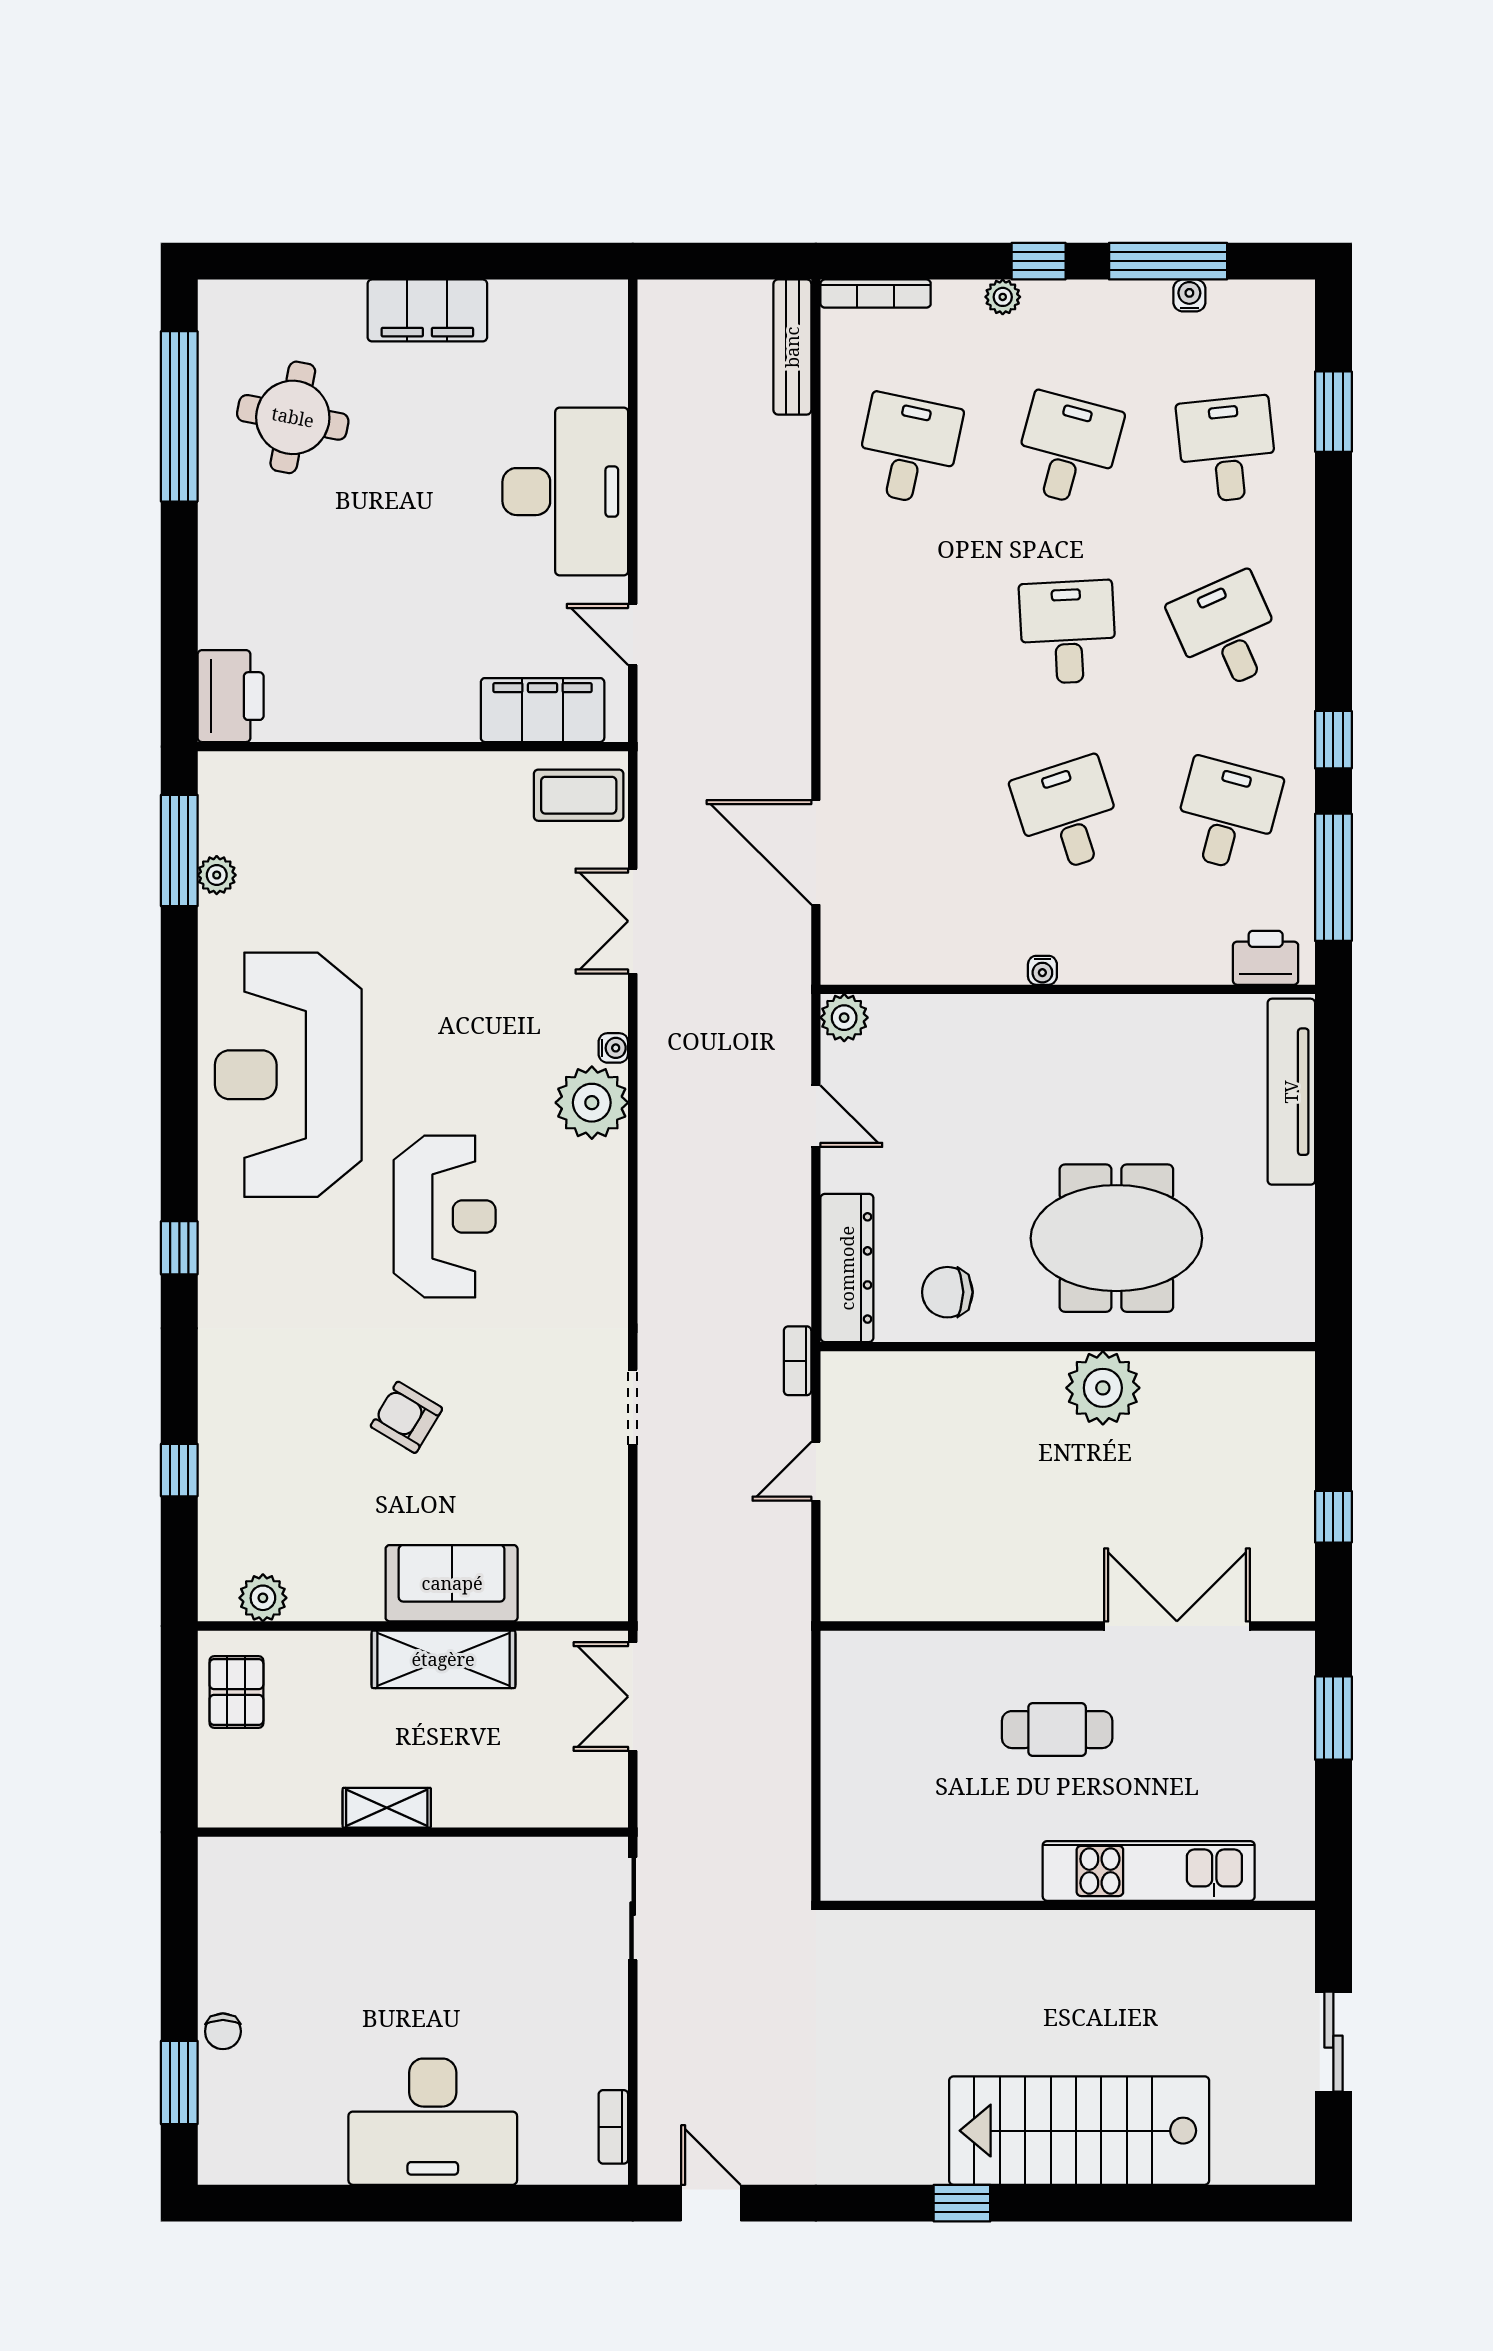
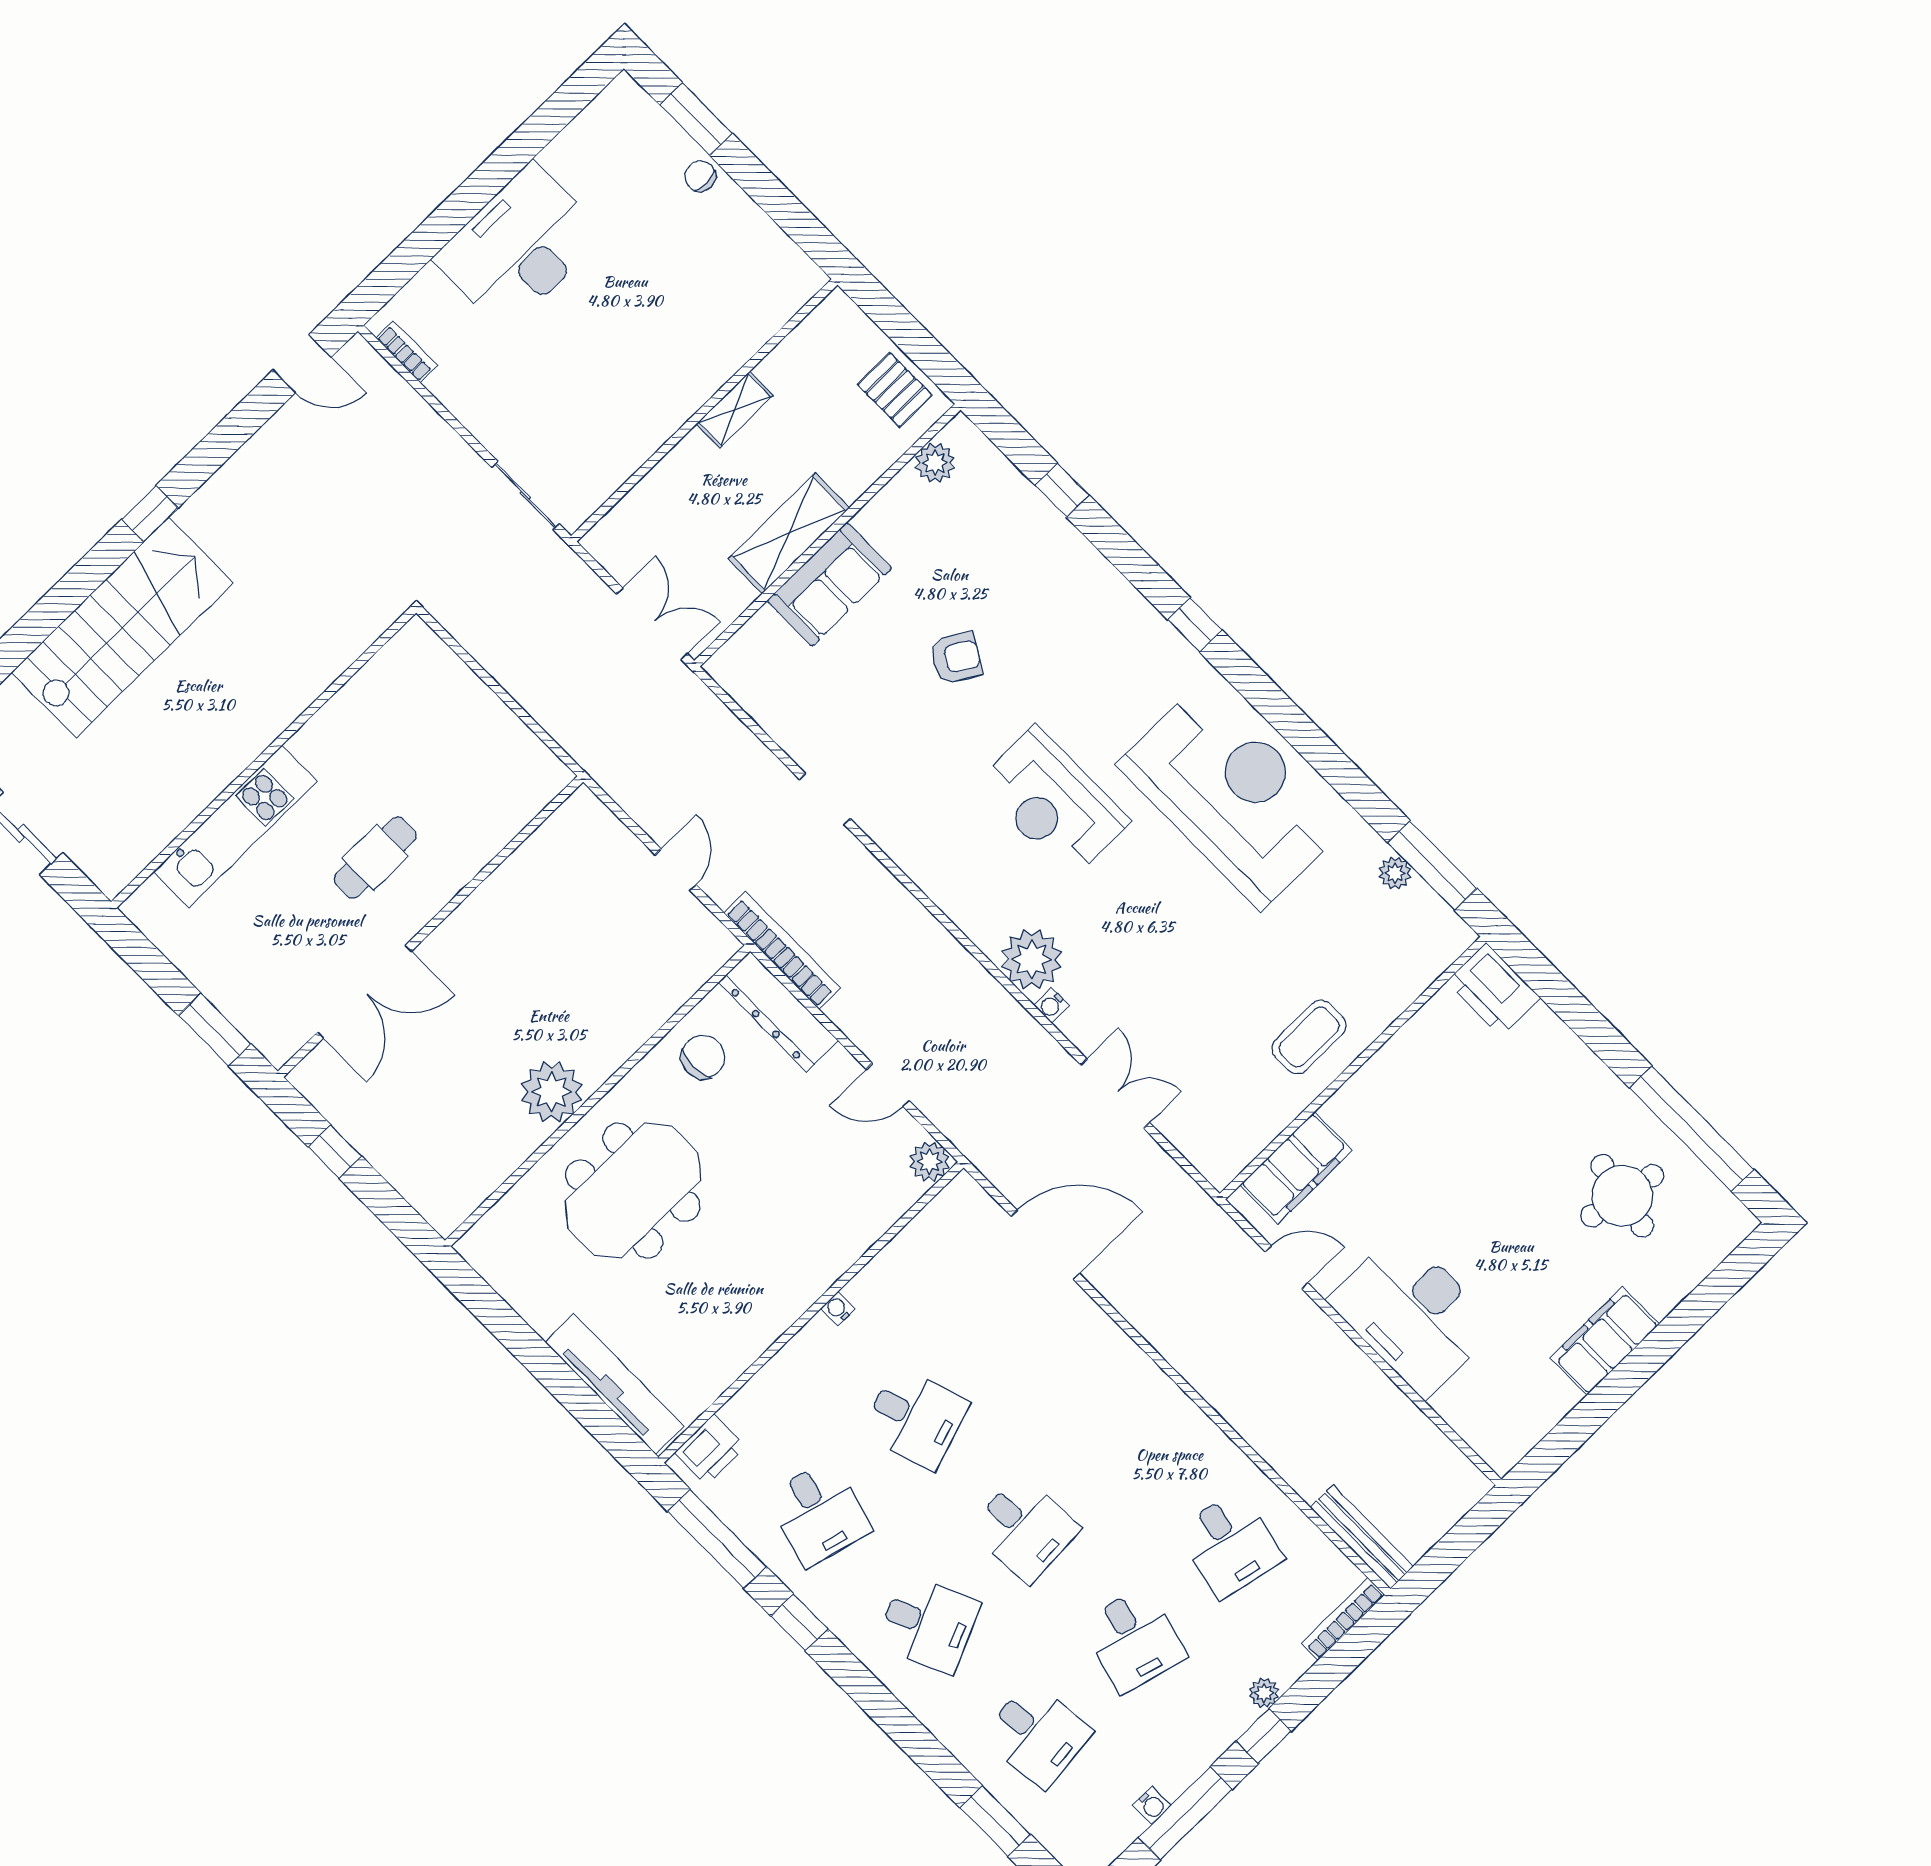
coffee table: (579, 795) -> (1309, 1037), moved
bookcase: (798, 1361) -> (782, 951), width x2.31, depth x1.31

